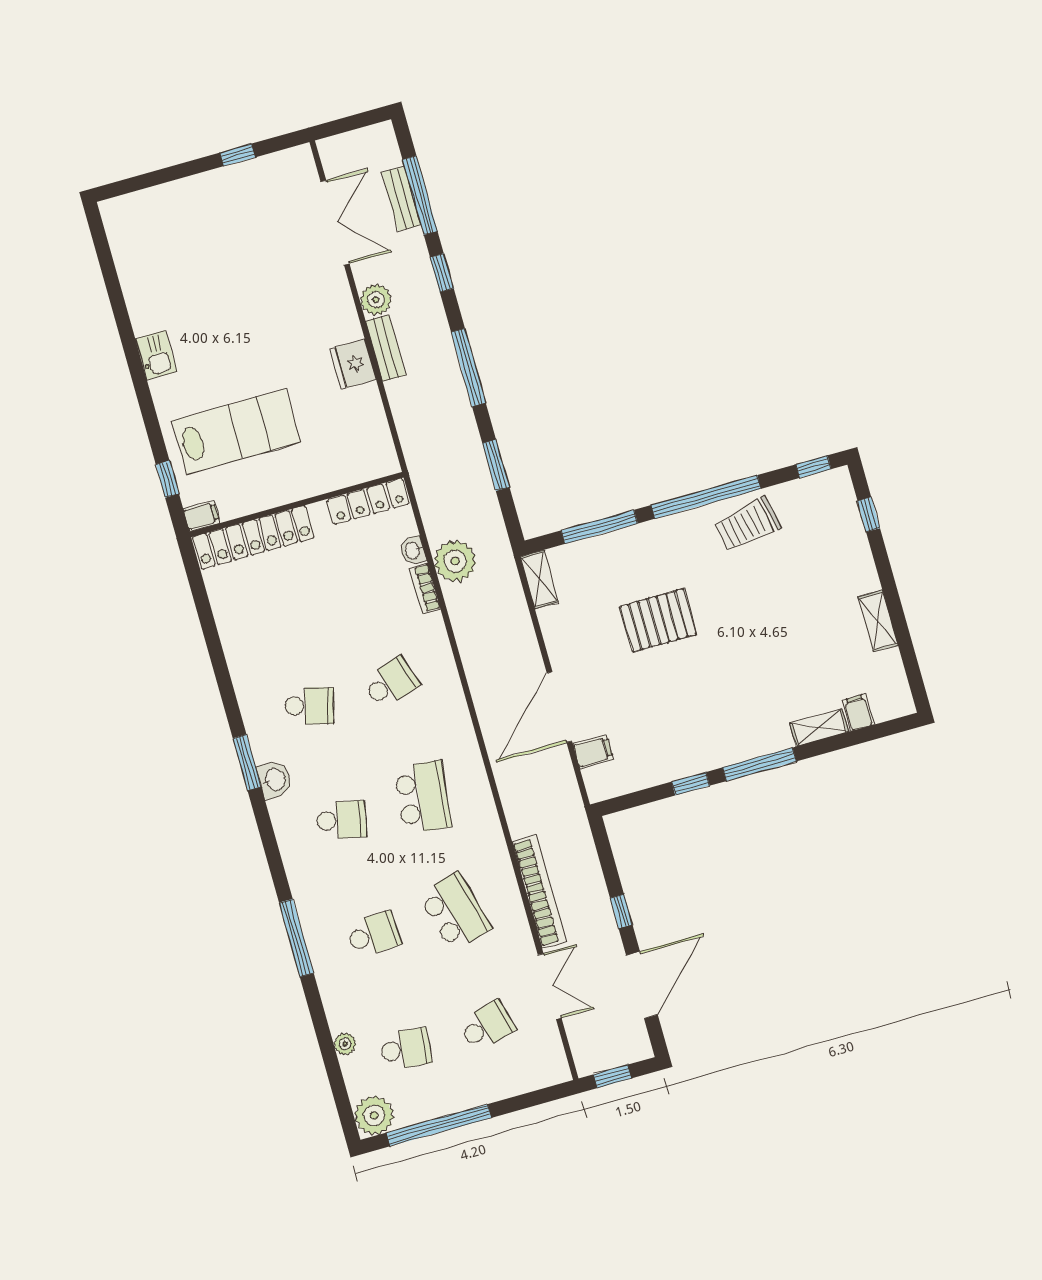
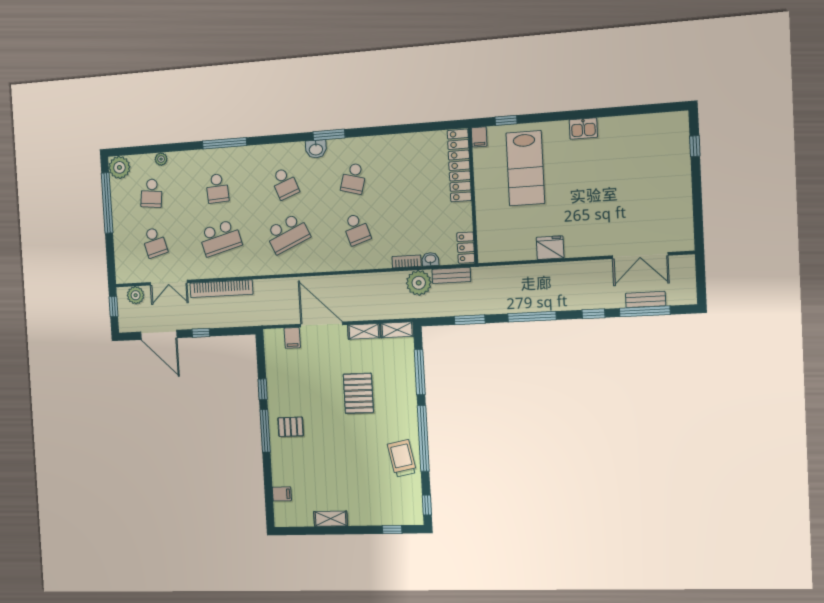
window: (237, 155) -> (695, 146), moved
plant: (376, 300) -> (136, 295), moved
bench: (386, 348) -> (451, 275), moved
locker: (368, 501) -> (466, 248), width x0.66
pallet: (742, 722) -> (291, 427), added
shelving: (819, 728) -> (364, 331), moved, turned 90
school desk: (423, 797) -> (288, 234), turned -30
school desk: (341, 820) -> (285, 183), turned -33

